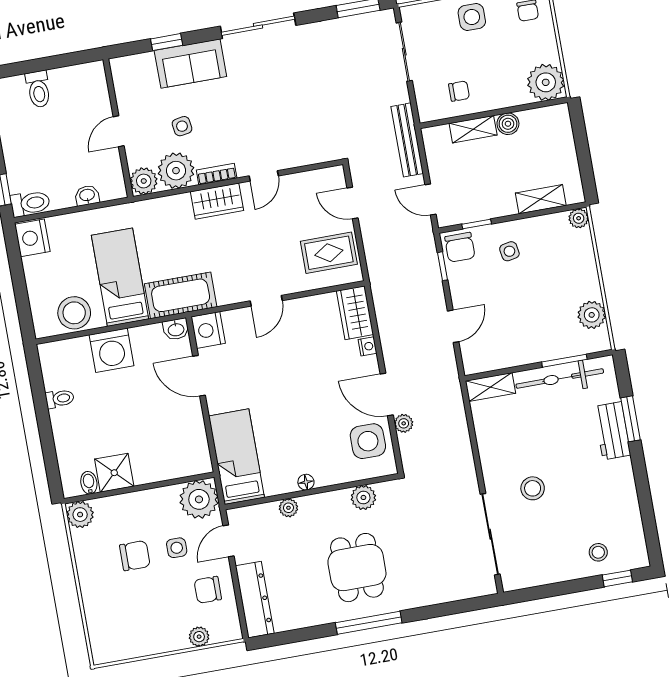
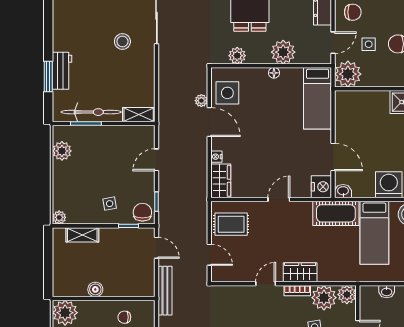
shelving: (473, 129) -> (119, 290), removed
plant: (288, 508) -> (283, 52), width x1.88, depth x1.88

